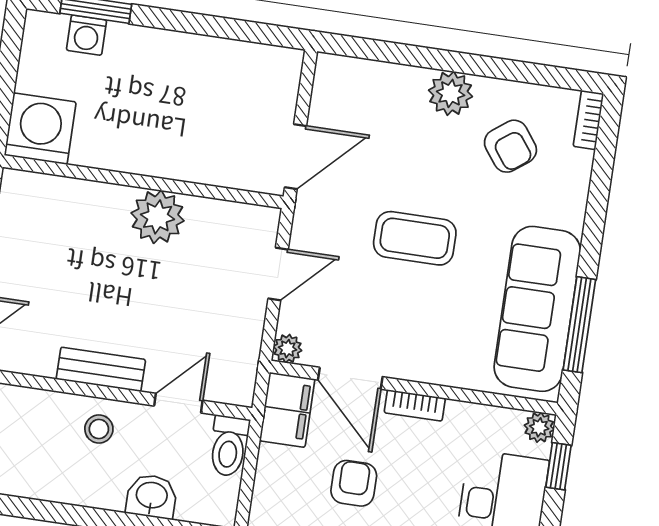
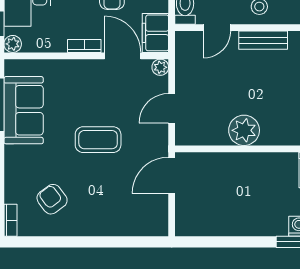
plant: (451, 93) -> (90, 224), removed
sofa: (537, 309) -> (24, 110), width x0.73

